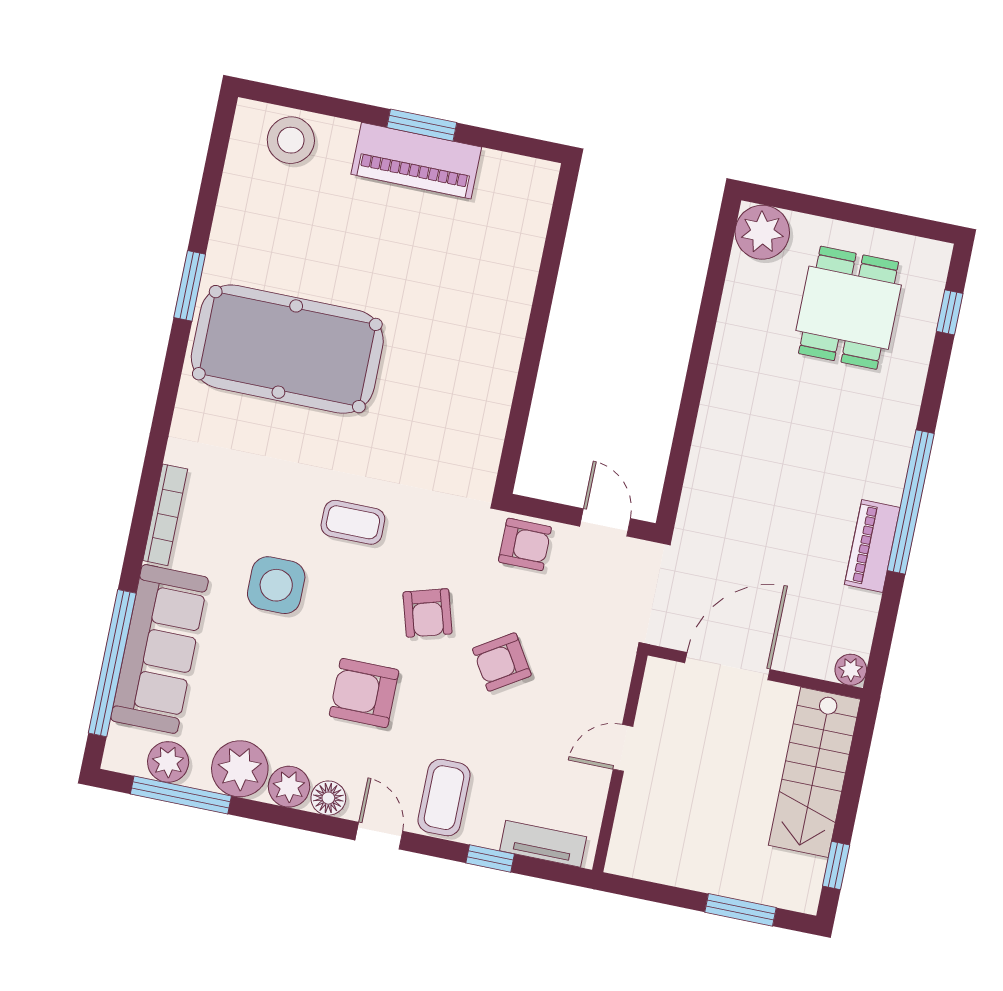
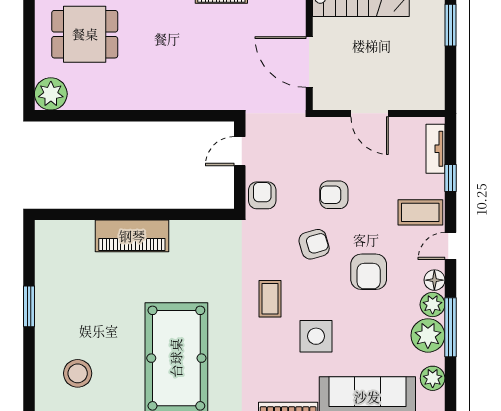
stool: (291, 140) -> (78, 373), moved
piano: (416, 161) -> (132, 236), moved, turned 90
armchair: (502, 662) -> (334, 195), turned 122
door: (623, 748) -> (370, 113), width x1.38
window: (181, 795) -> (450, 327), moved

